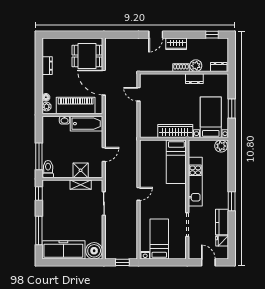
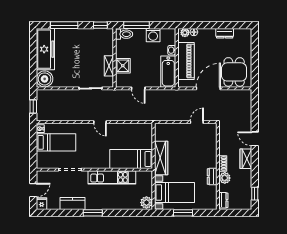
washing machine: (49, 139) -> (153, 35), added
fridge: (222, 241) -> (42, 204), moved

